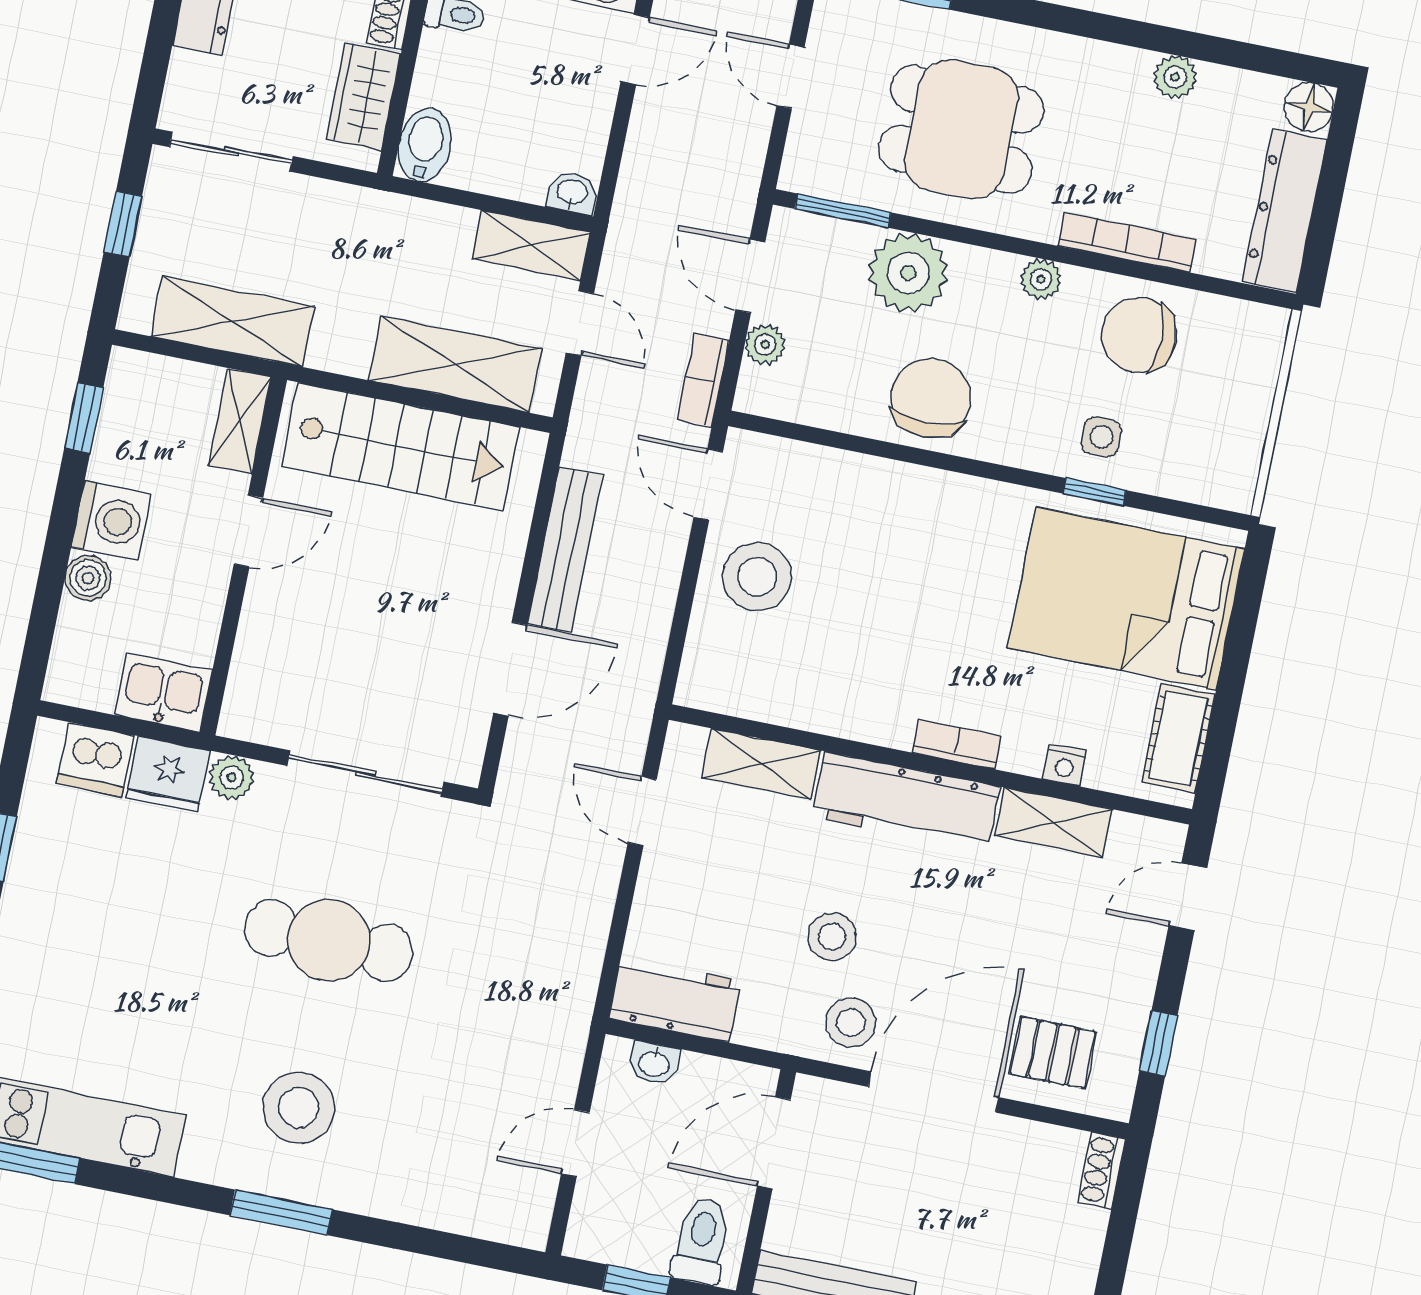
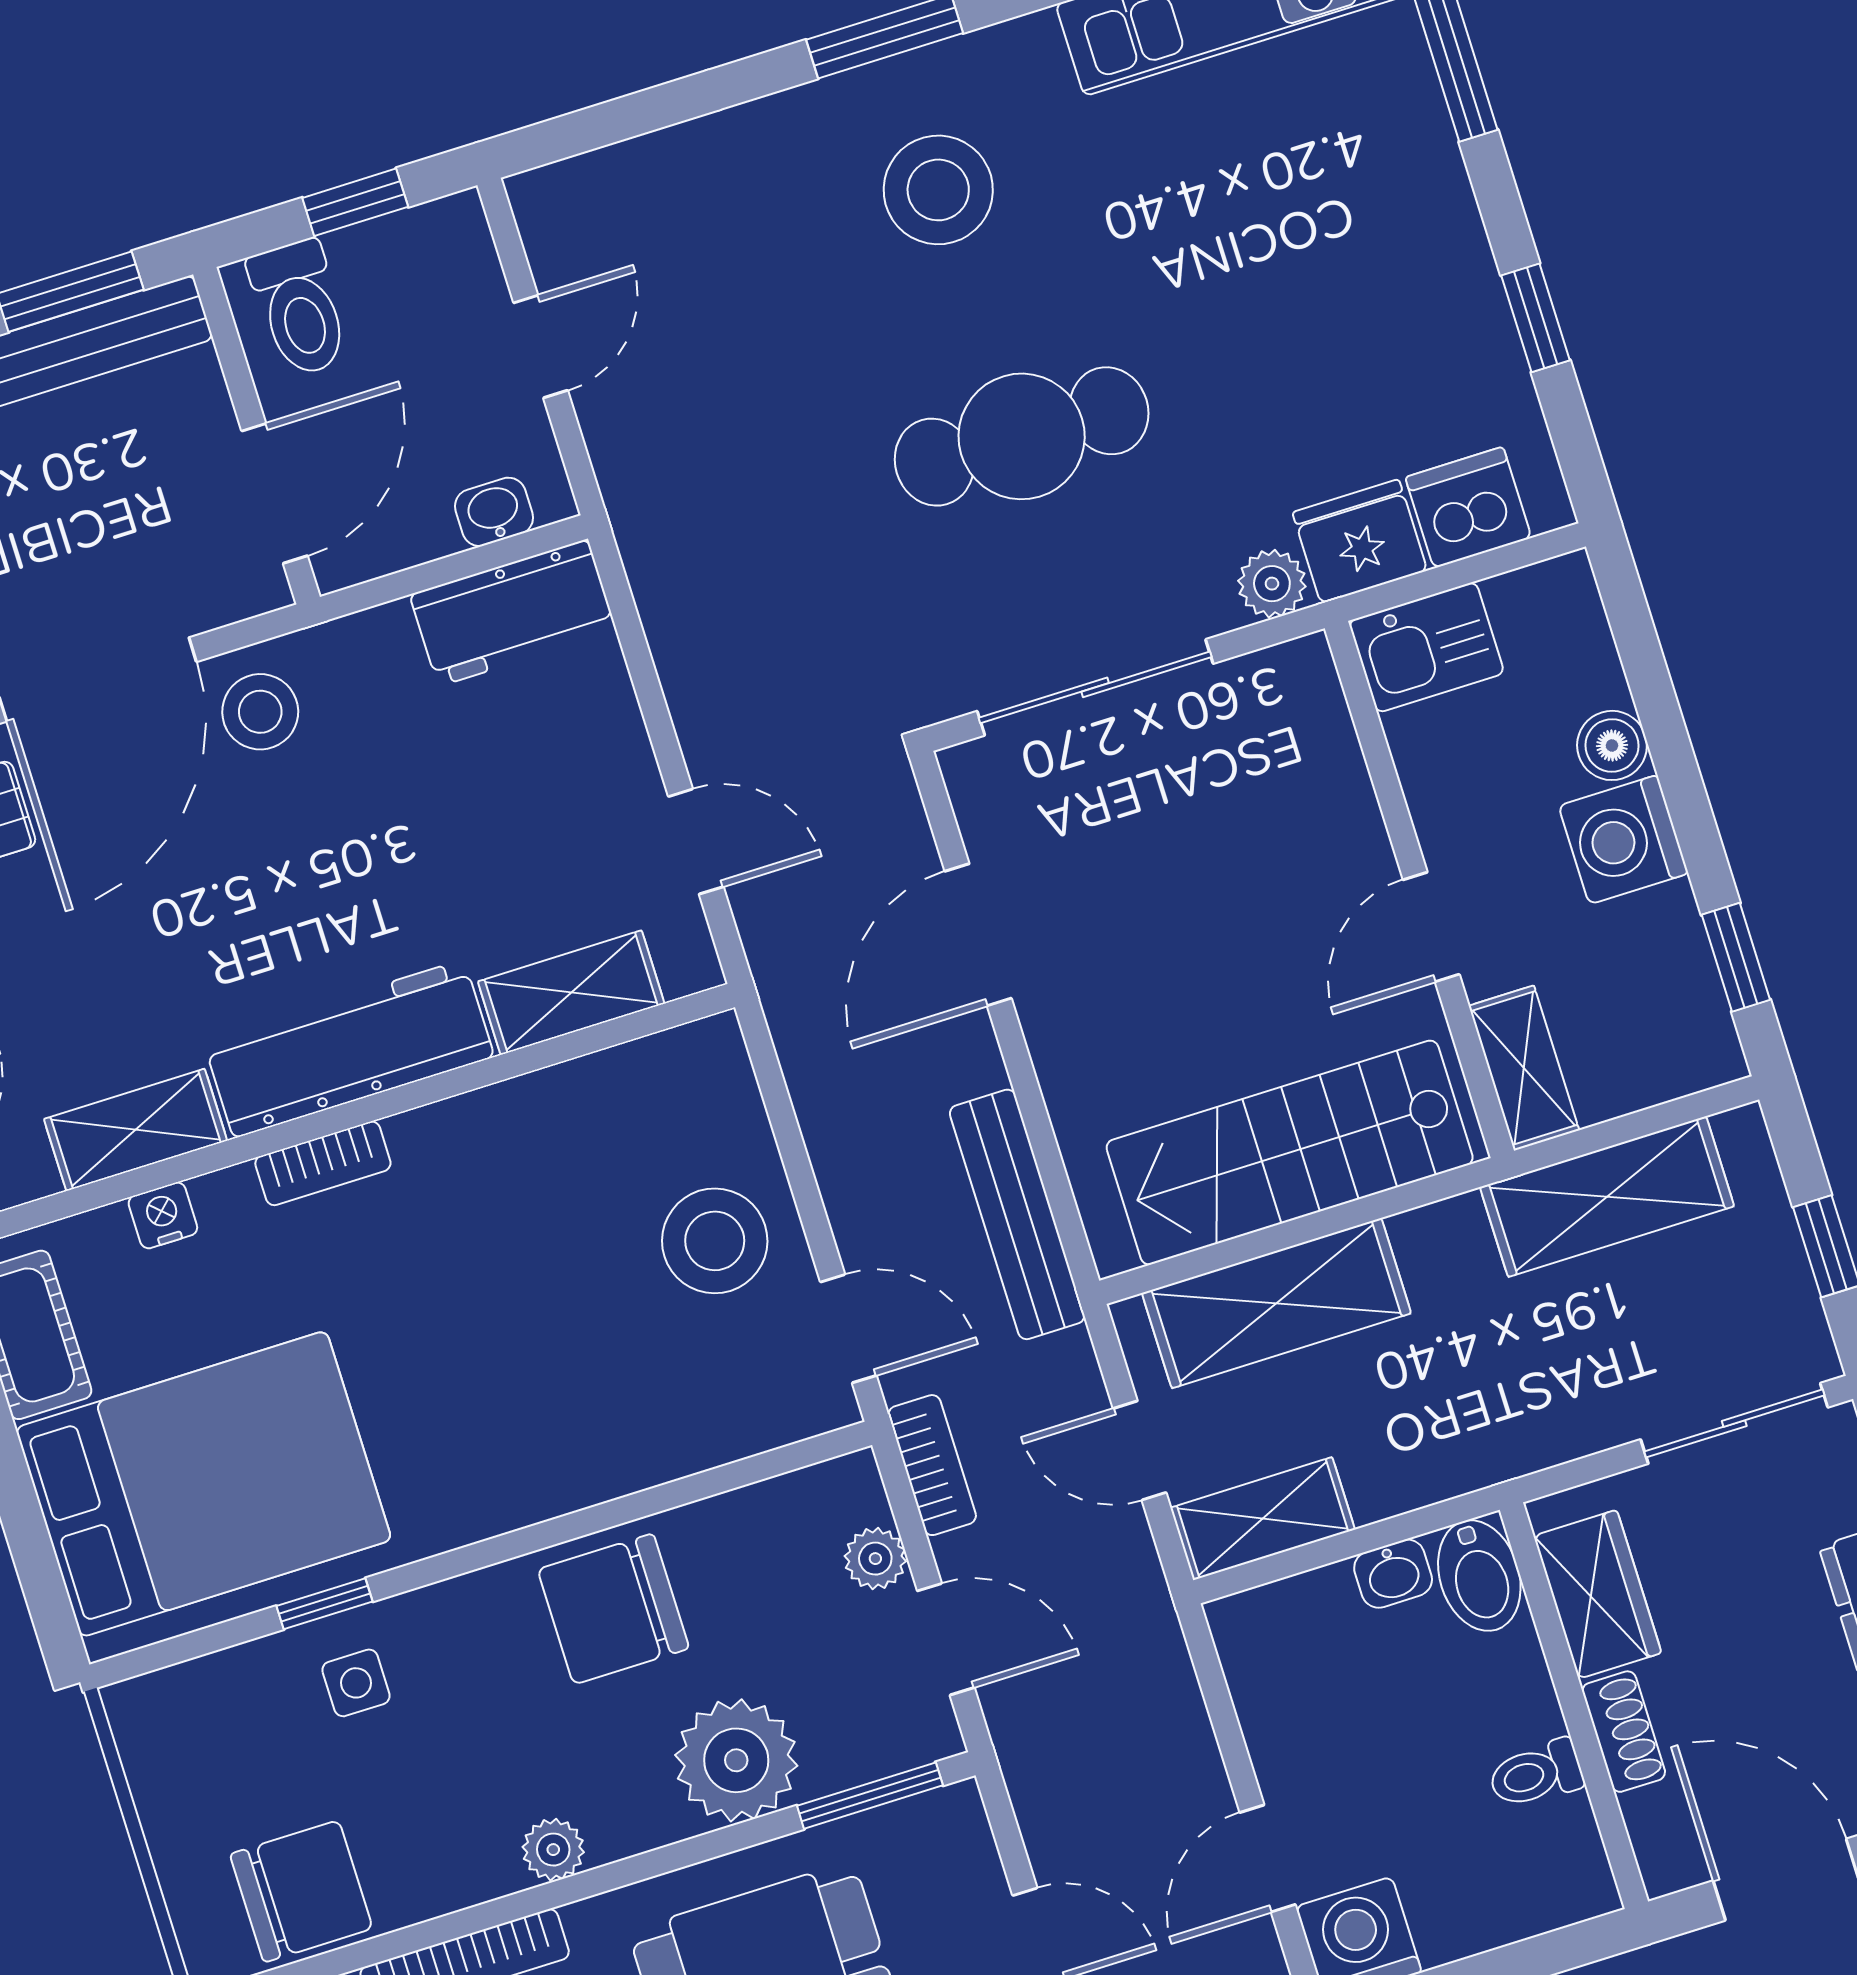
washbasin: (572, 193) -> (1393, 1574), moved
chair: (1139, 335) -> (301, 1891), moved
chair: (931, 398) -> (613, 1609), turned 90
bench: (565, 549) -> (1017, 1214), moved
stool: (832, 937) -> (349, 813), removed

